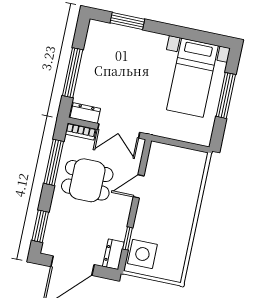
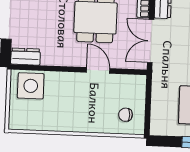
chair: (186, 167) -> (126, 115), added
window: (128, 238) -> (44, 68), removed

